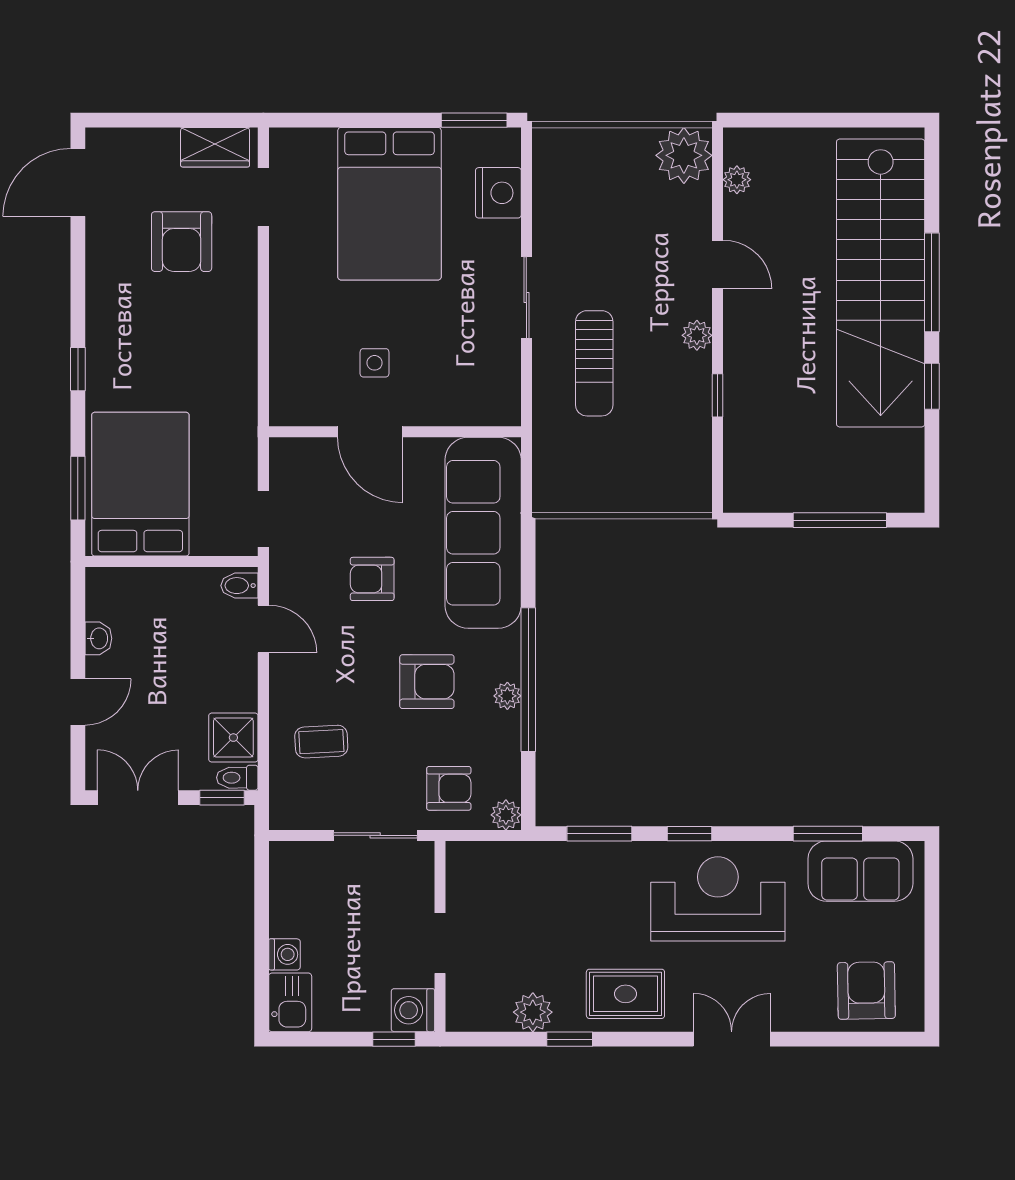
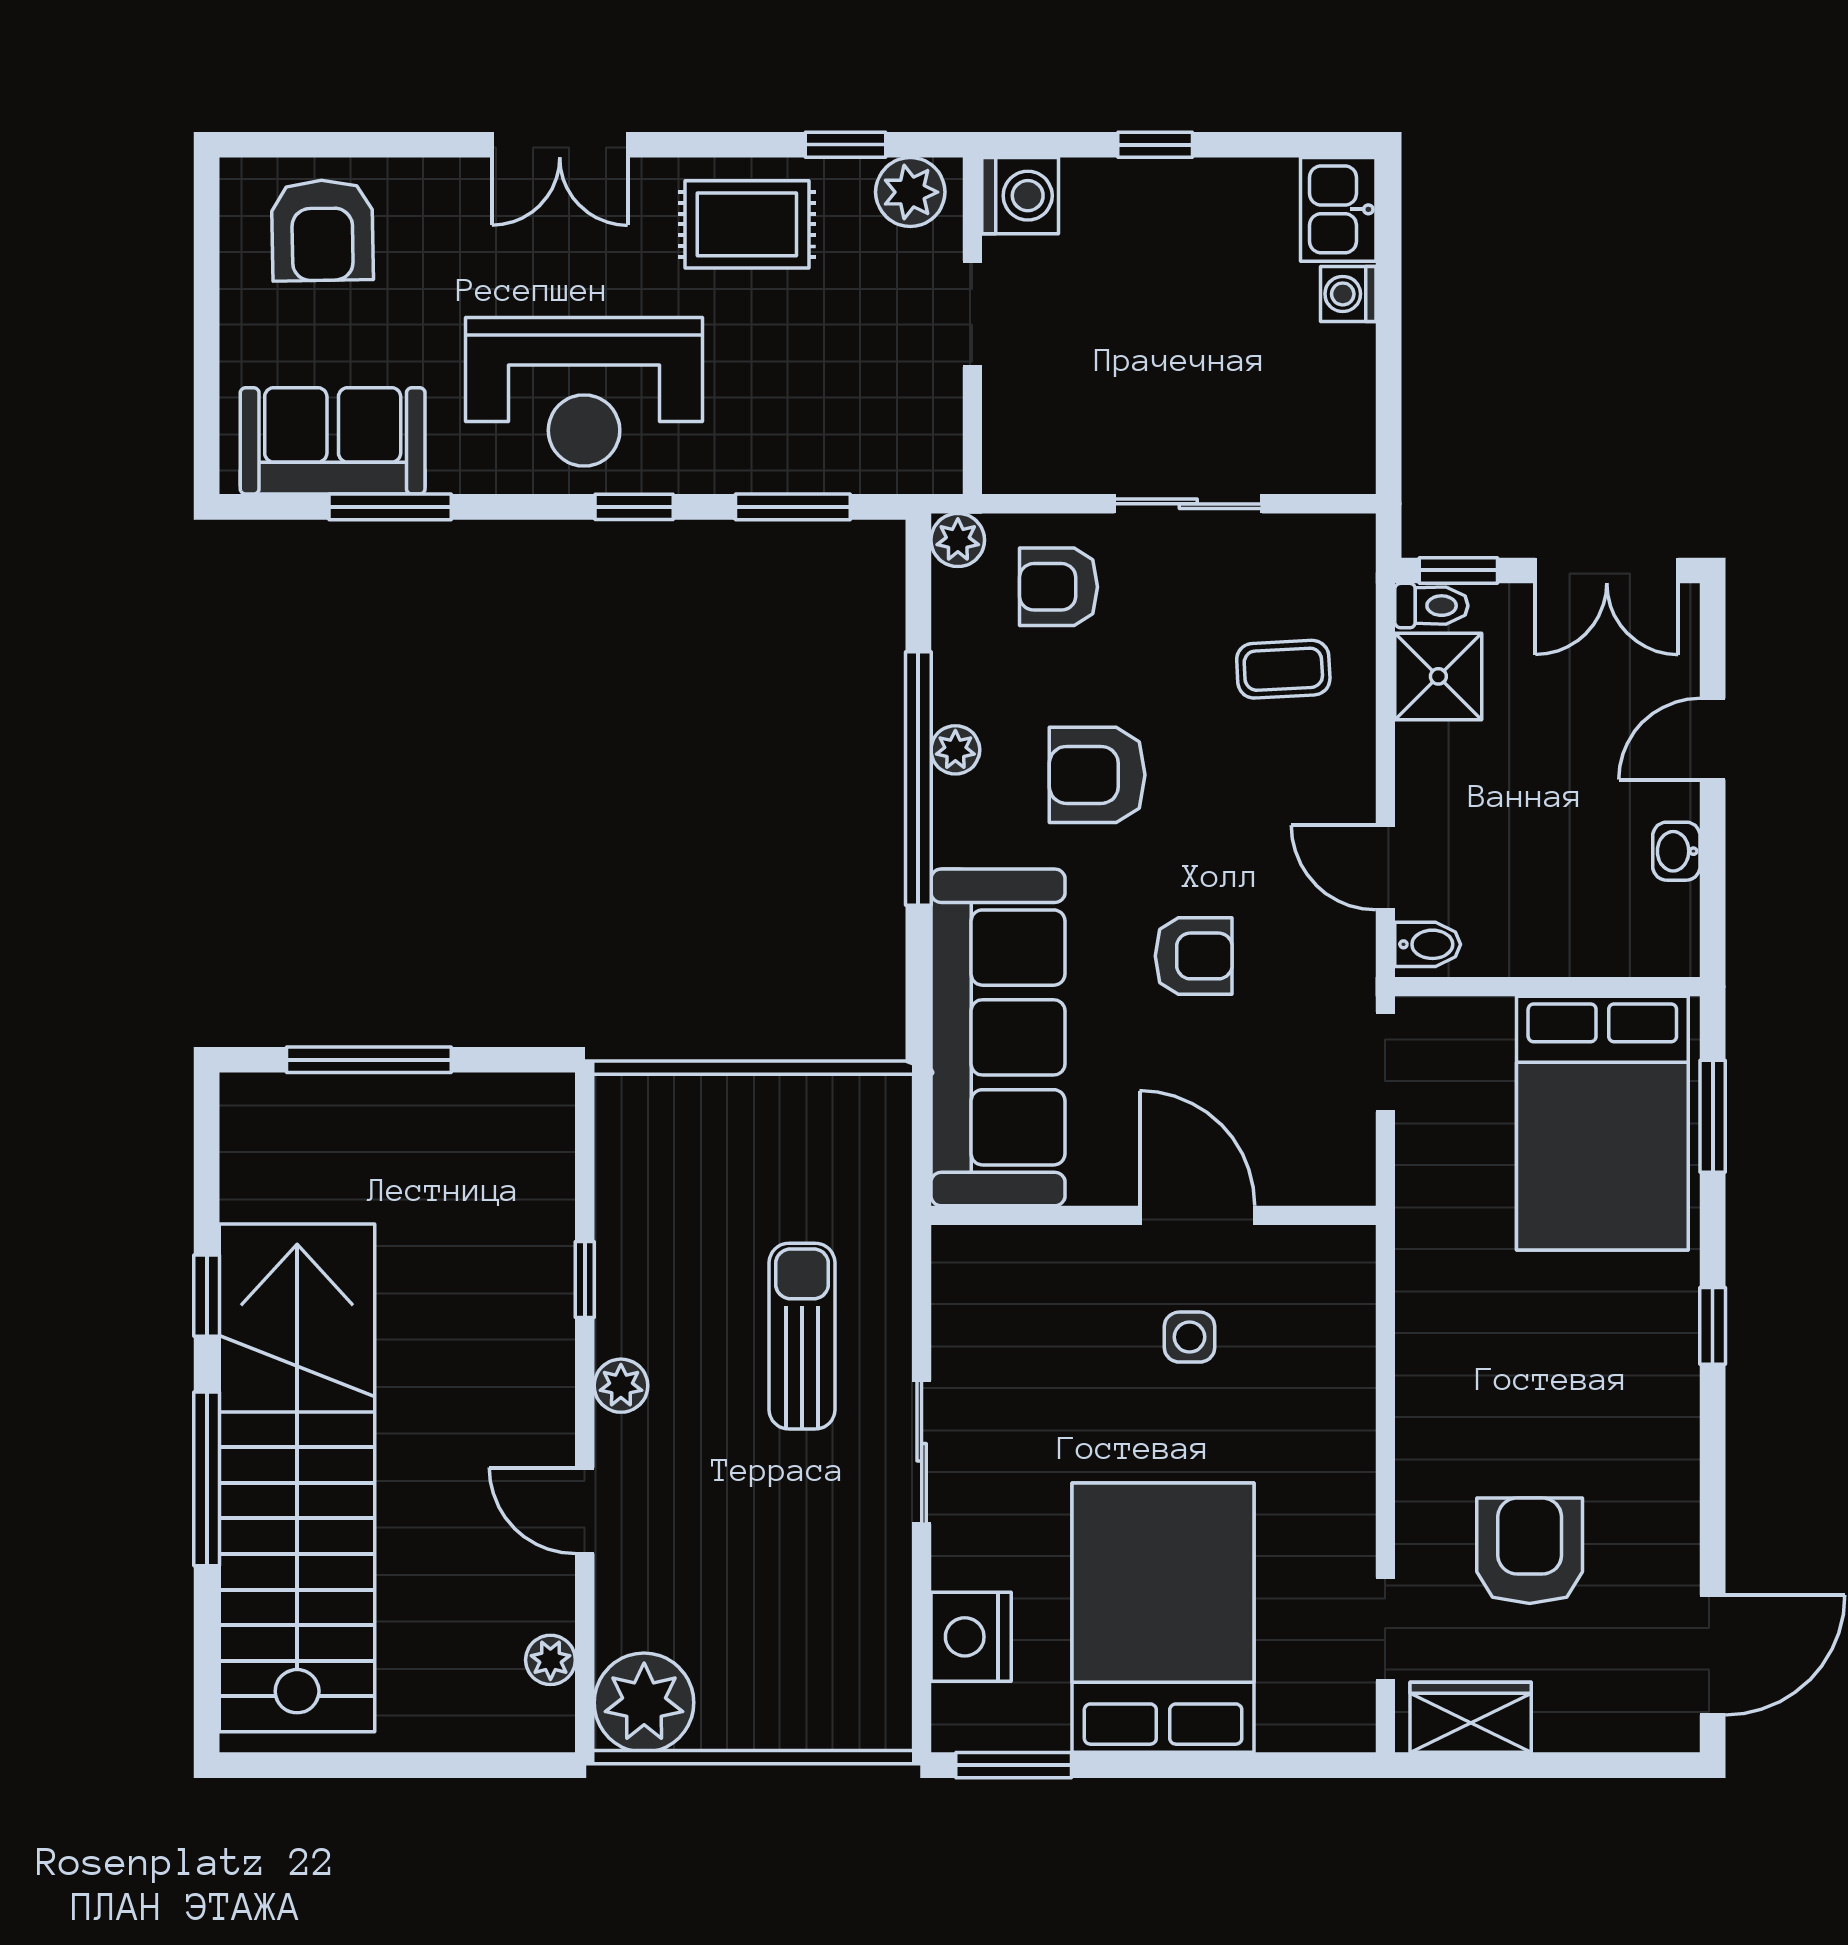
wall: (440, 936) -> (972, 326), moved
doorway: (440, 943) -> (972, 314), moved
washing machine: (413, 1010) -> (1020, 196), moved

